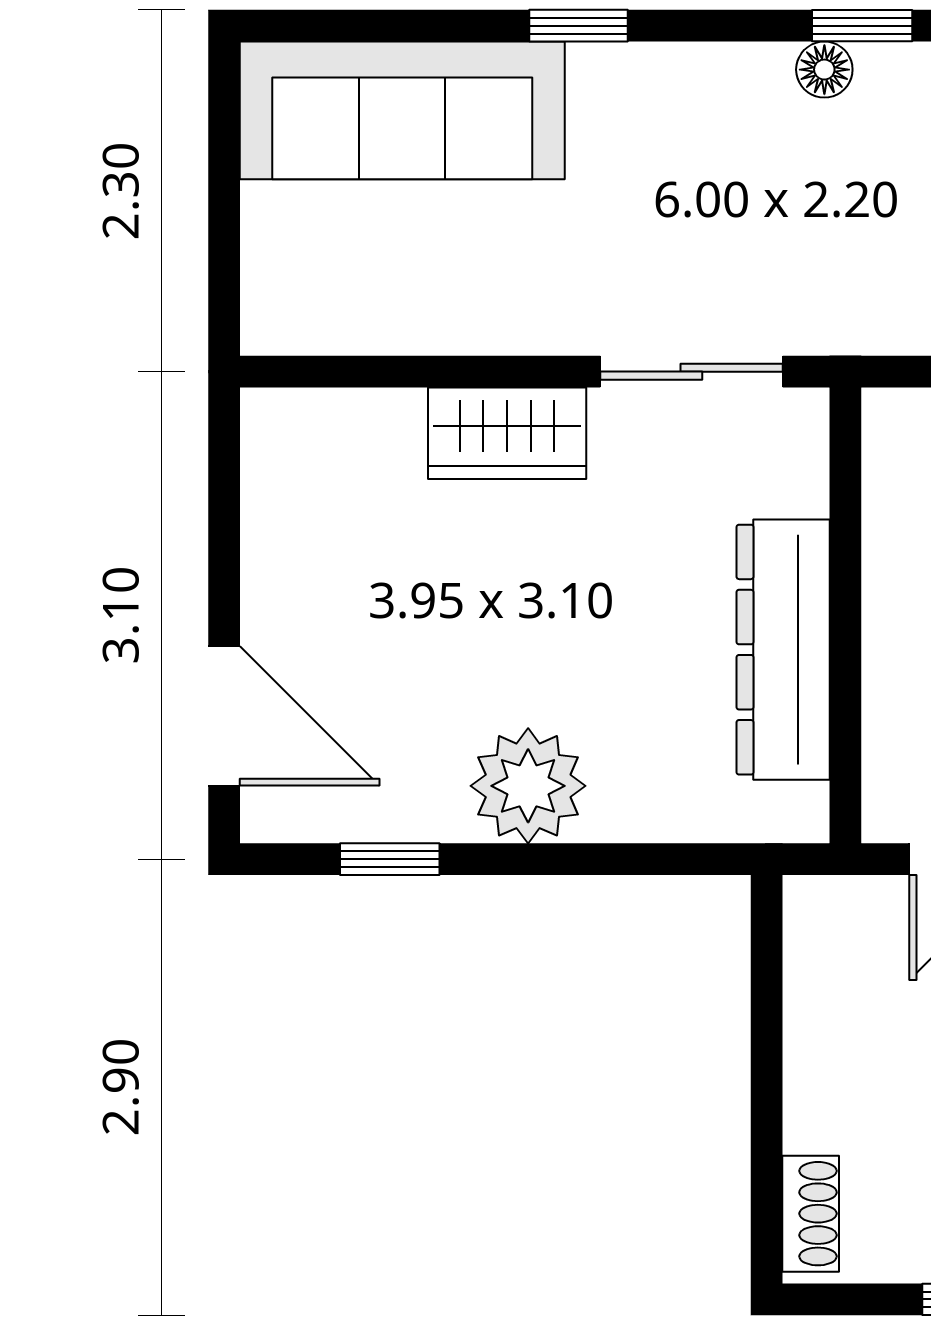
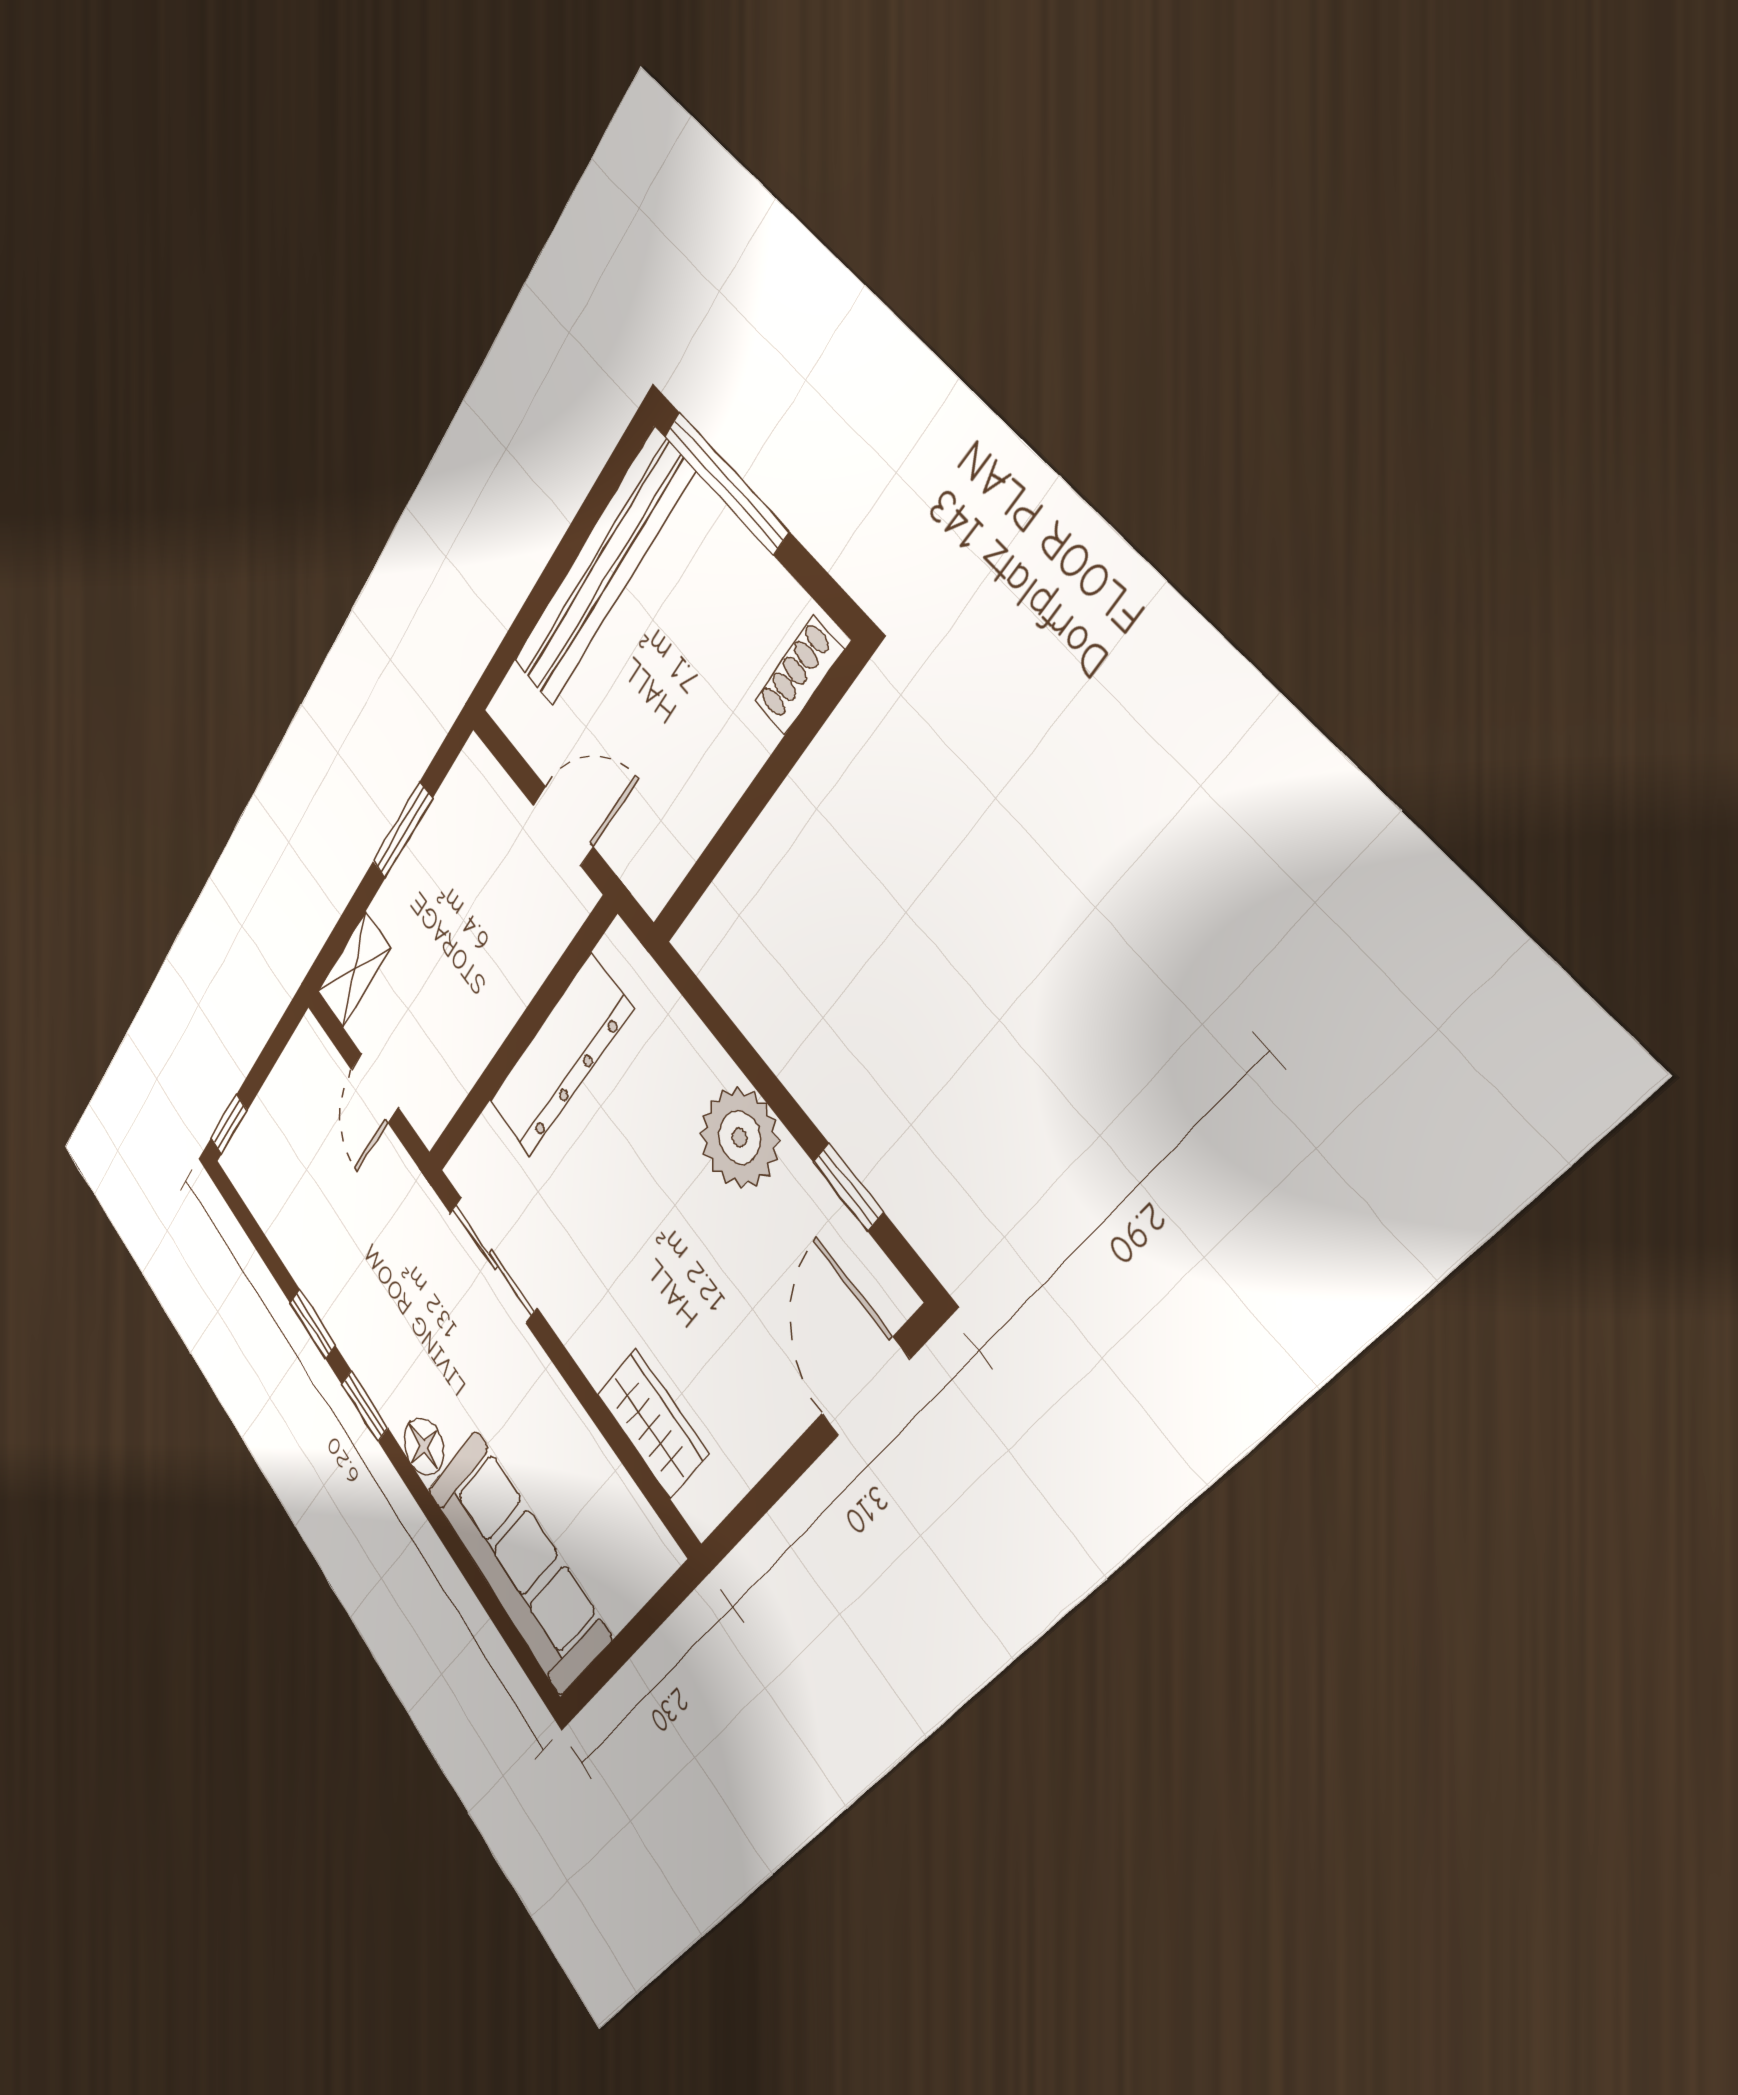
window: (578, 26) -> (365, 1406), moved
floor lamp: (824, 70) -> (424, 1447), moved, width x1.37, depth x1.37
wardrobe: (507, 433) -> (652, 1423), moved

